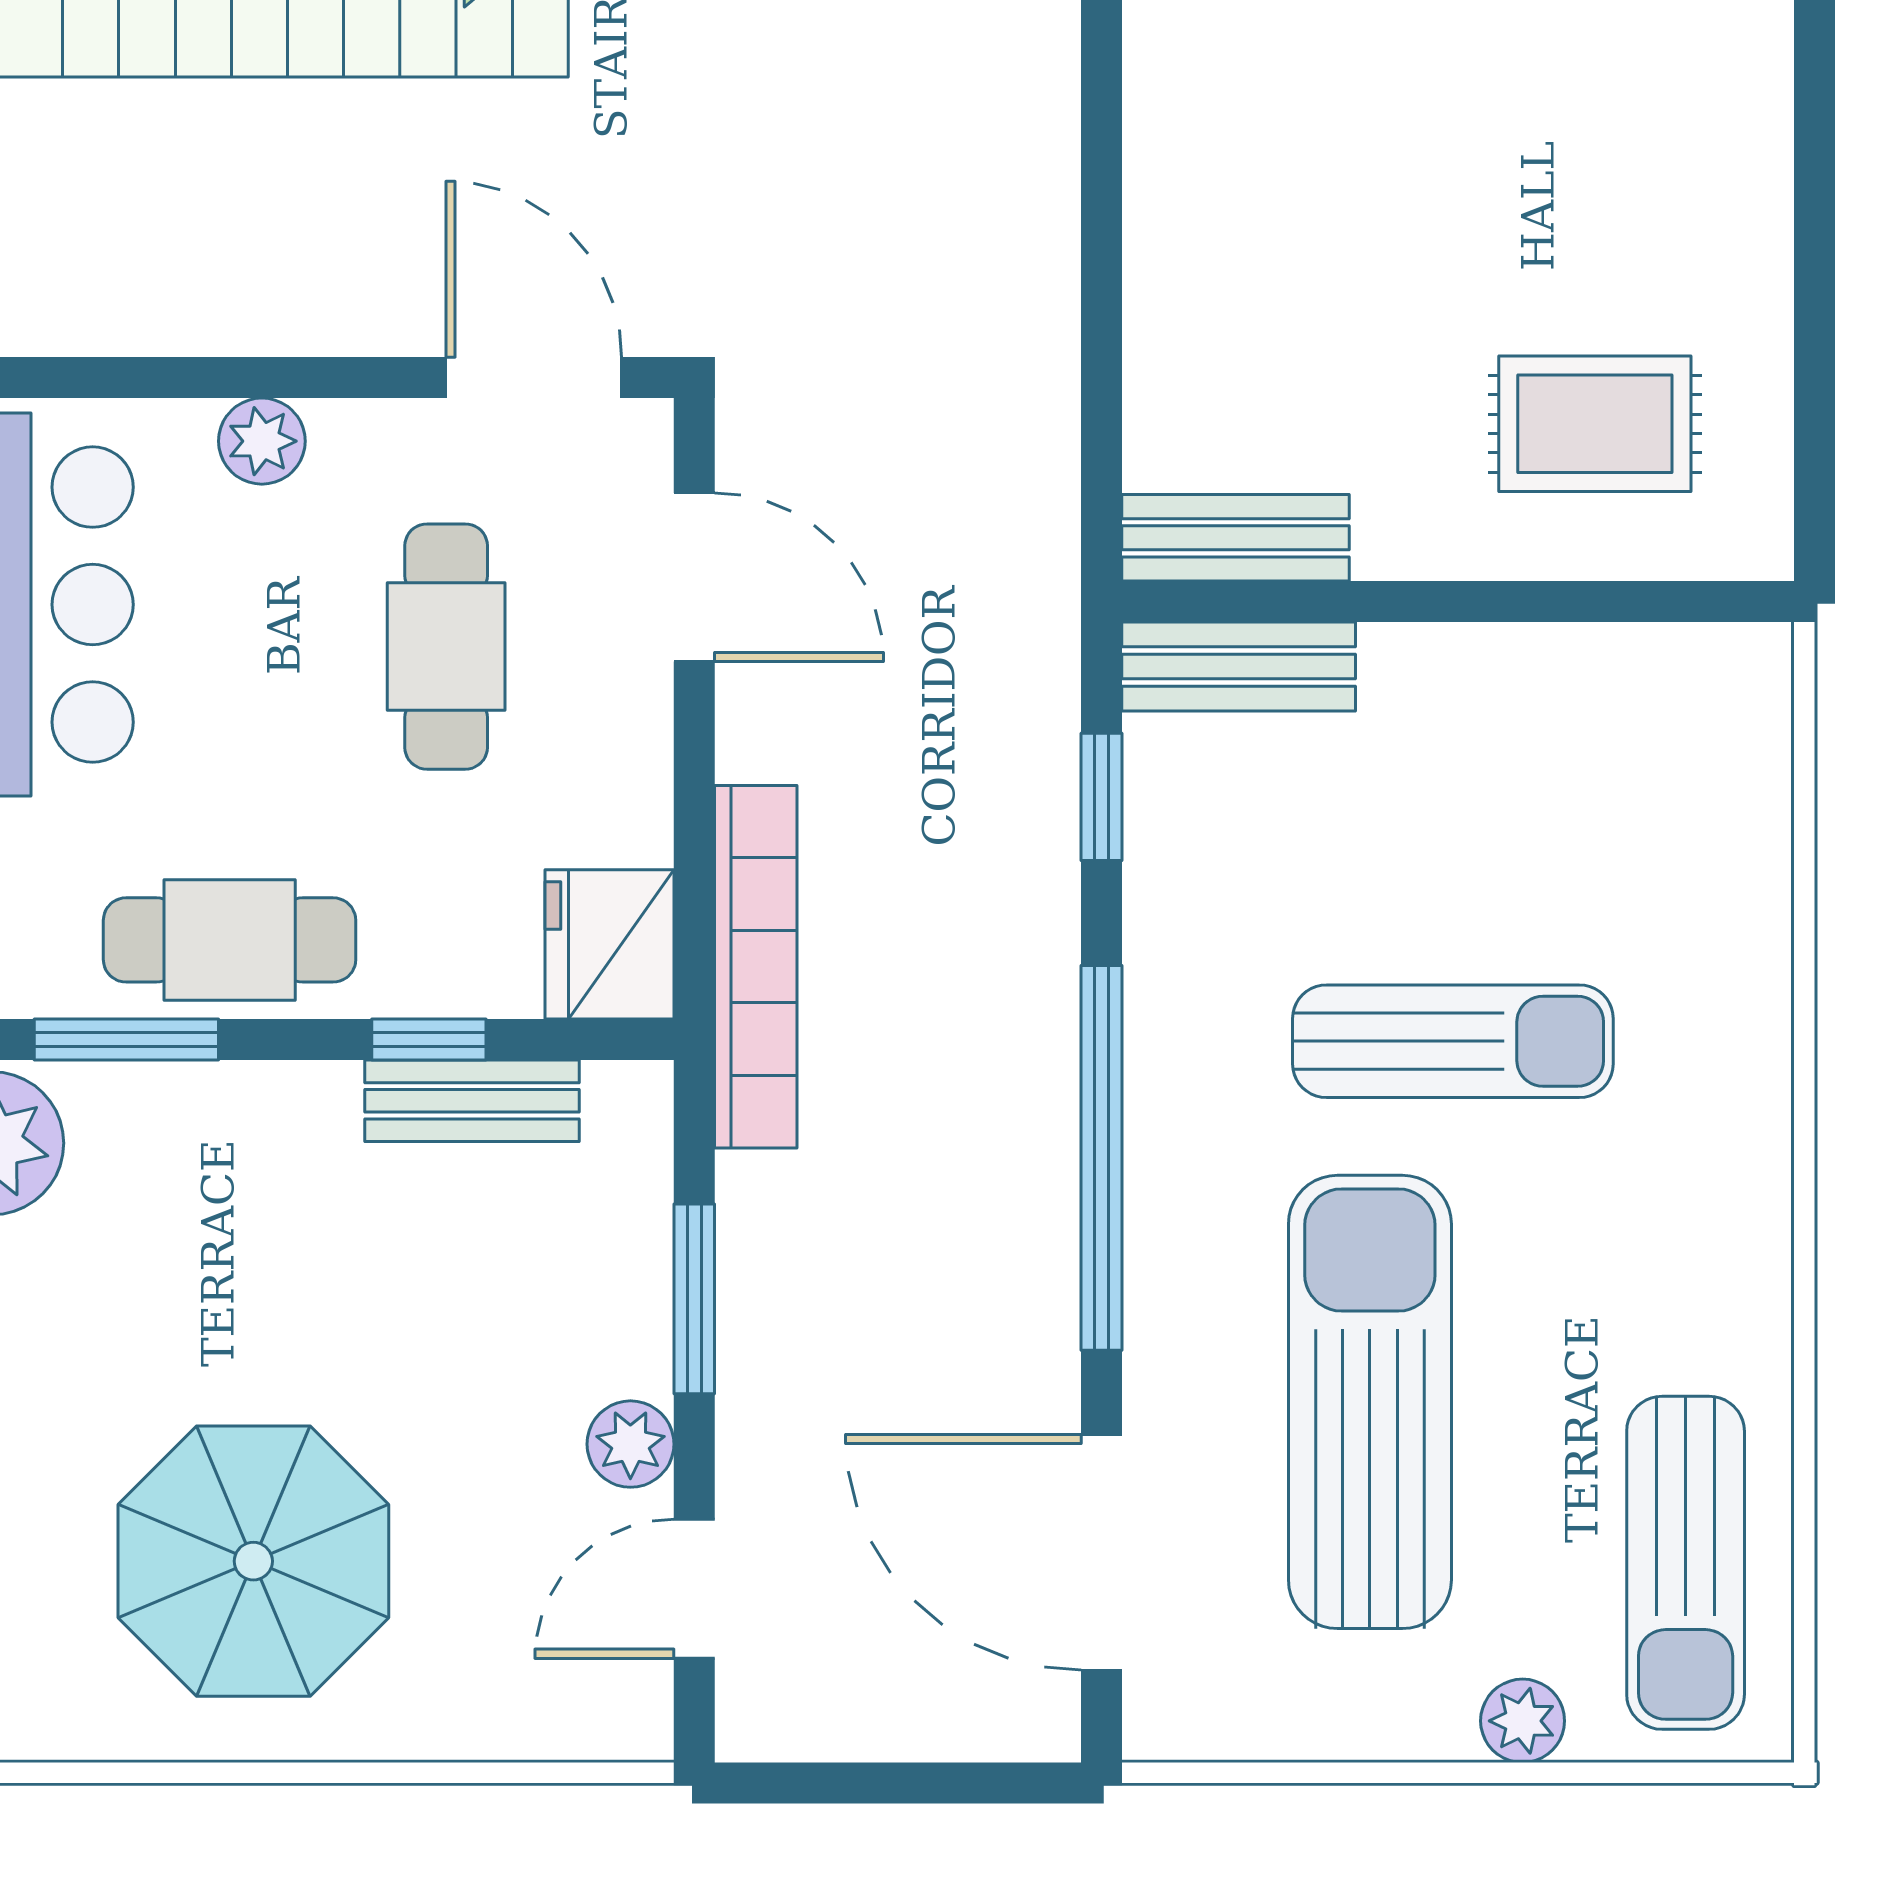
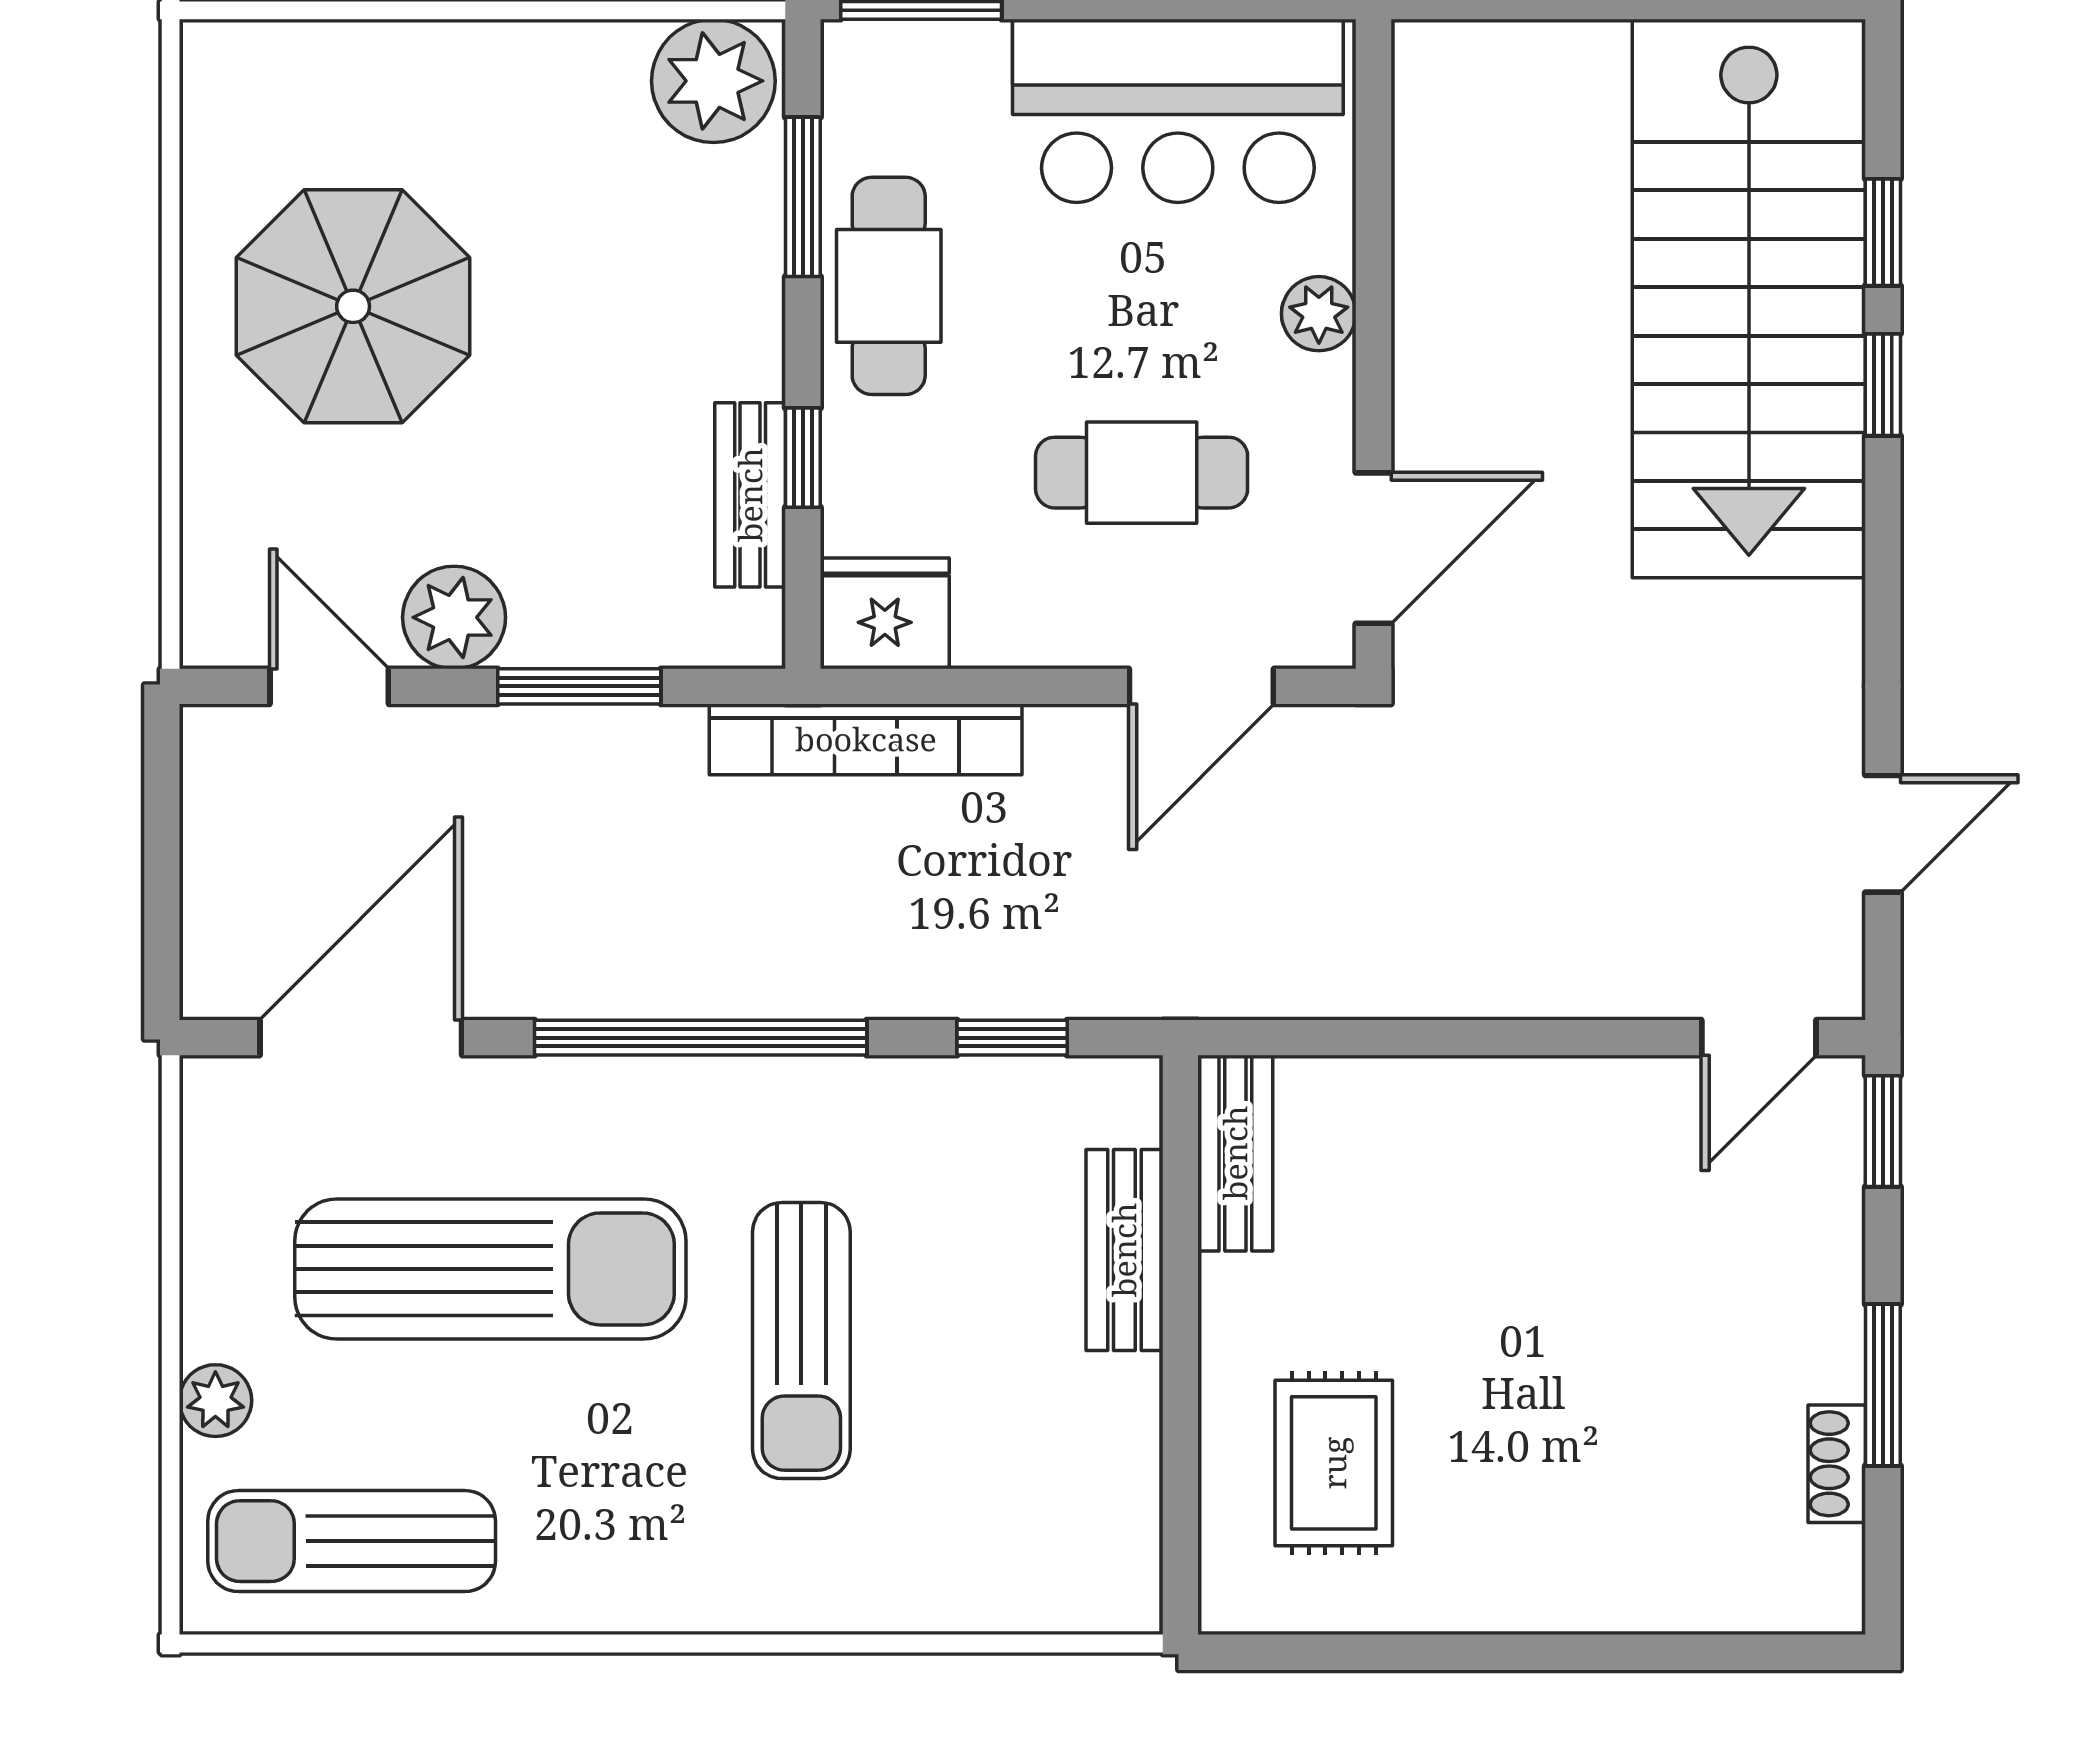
bench: (1239, 667) -> (1124, 1250), moved
plant: (630, 1444) -> (454, 617), width x1.38, depth x1.38

